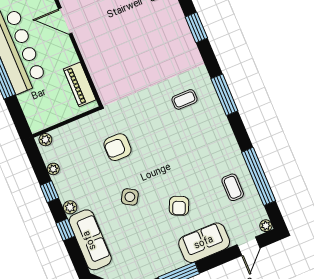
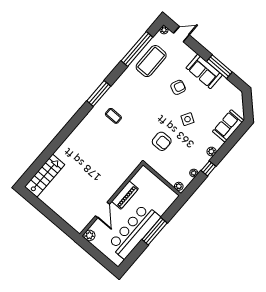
window: (196, 28) -> (67, 130), removed
piano: (80, 84) -> (125, 195), moved
coffee table: (233, 187) -> (151, 61), width x1.86, depth x1.72
window: (65, 230) -> (226, 148), removed
sofa: (90, 240) -> (228, 126), width x0.73
sofa: (204, 243) -> (204, 71), moved

